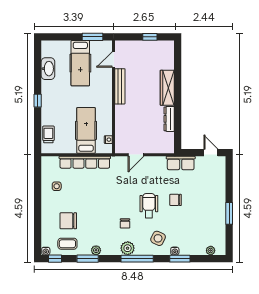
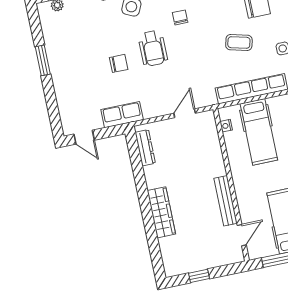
dresser: (169, 119) -> (145, 148), moved
coffee table: (87, 197) -> (239, 42), added

